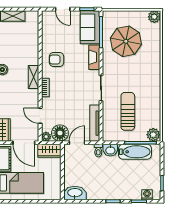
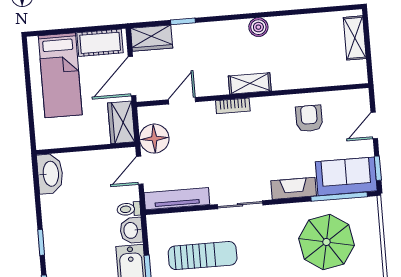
armchair: (56, 60) -> (309, 118), moved
plant: (46, 137) -> (146, 115), removed
door: (77, 143) -> (140, 170), swing flipped

